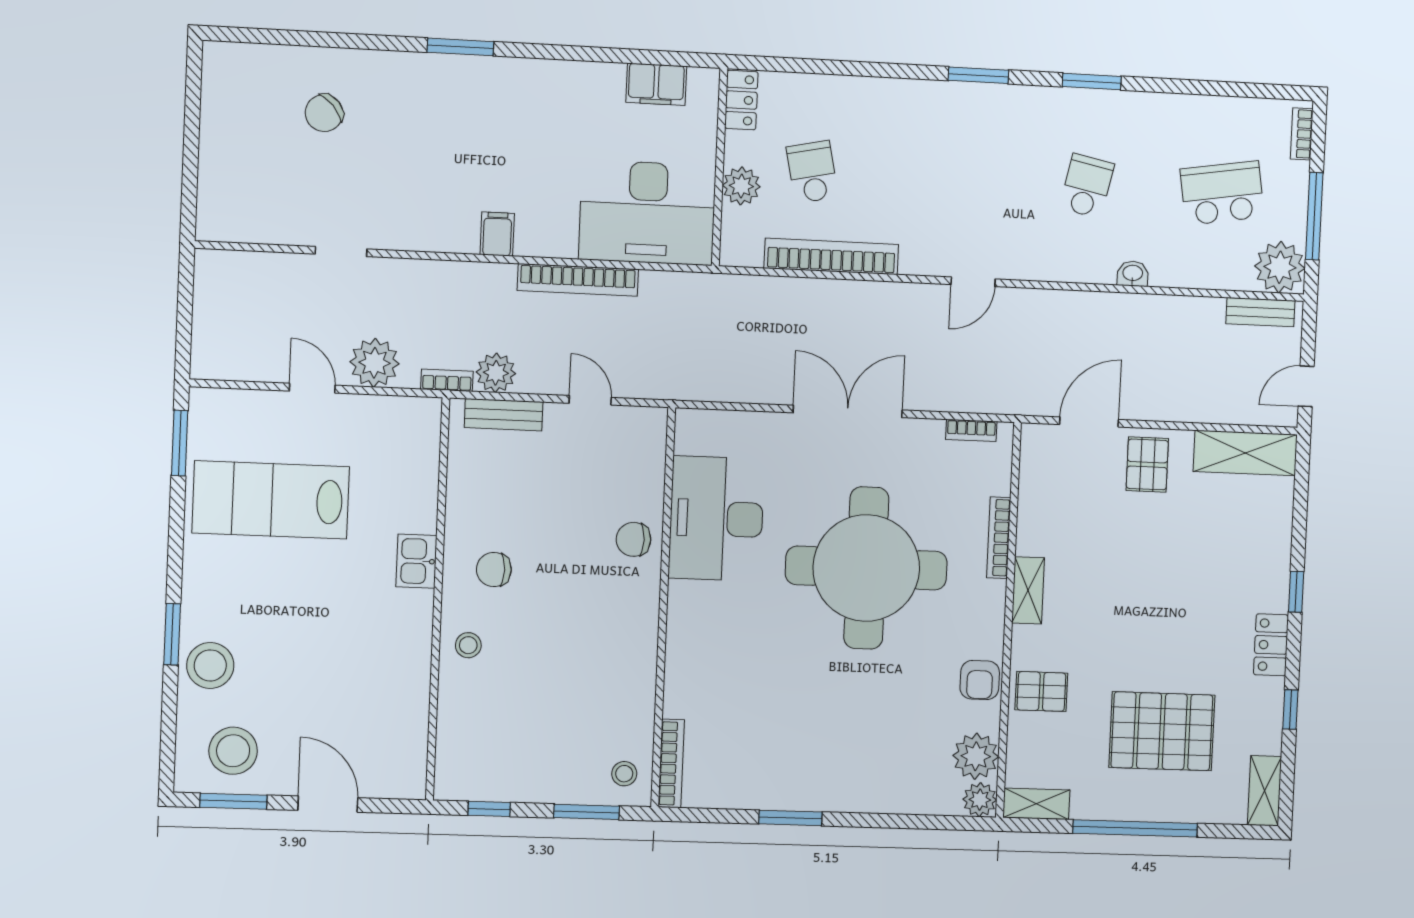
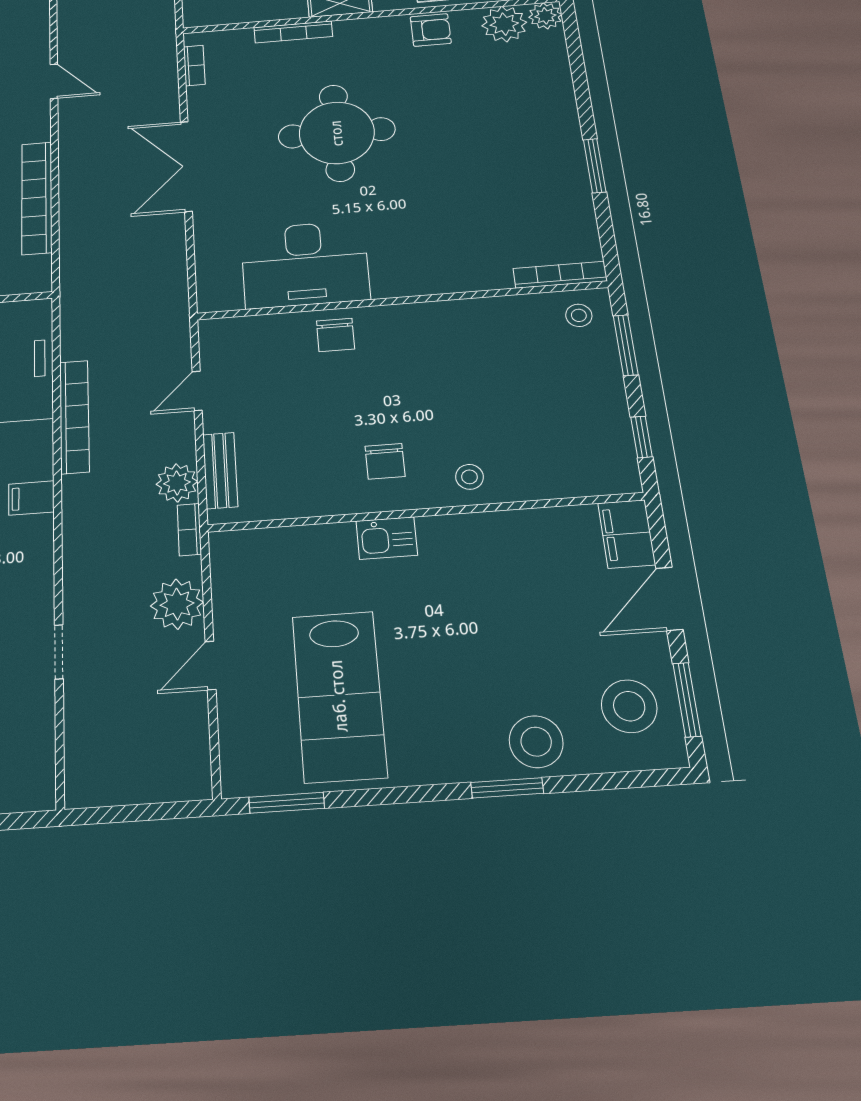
round table: (866, 568) -> (337, 133), width x0.73, depth x0.73
filing cabinet: (394, 778) -> (627, 534), added

